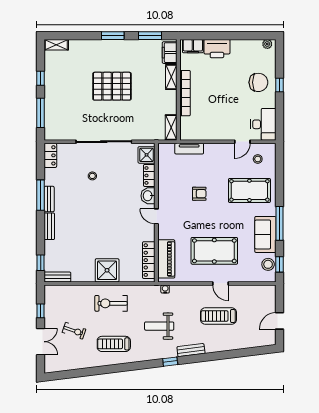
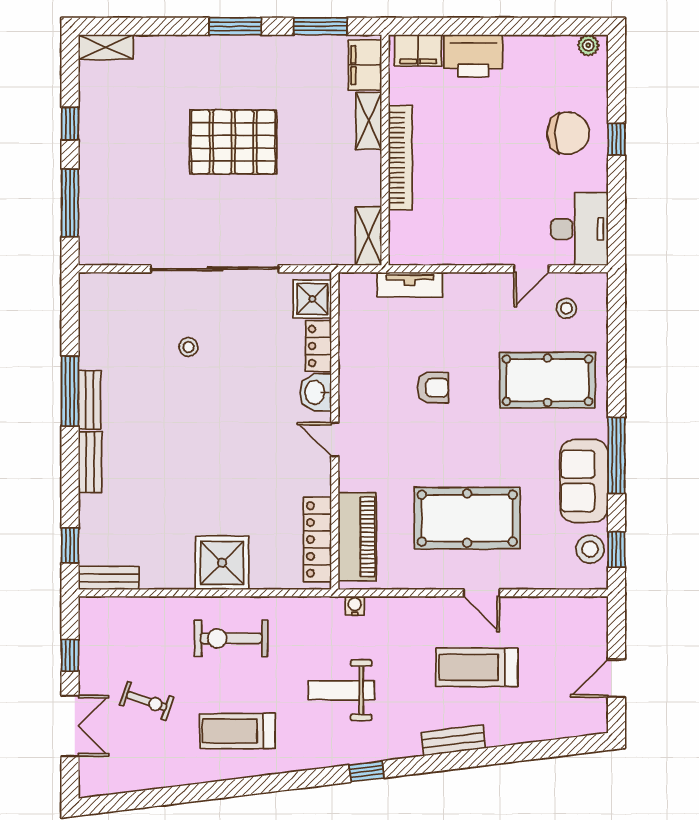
locker: (50, 155) -> (92, 300), removed
bench: (191, 350) -> (453, 740), moved

